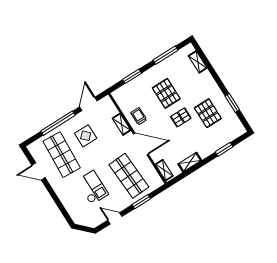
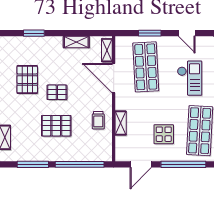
window: (132, 76) -> (80, 164), width x2.11
pallet: (166, 93) -> (56, 126), turned 90
door: (141, 144) -> (114, 78), moved
checkout: (92, 188) -> (190, 78), turned 180

